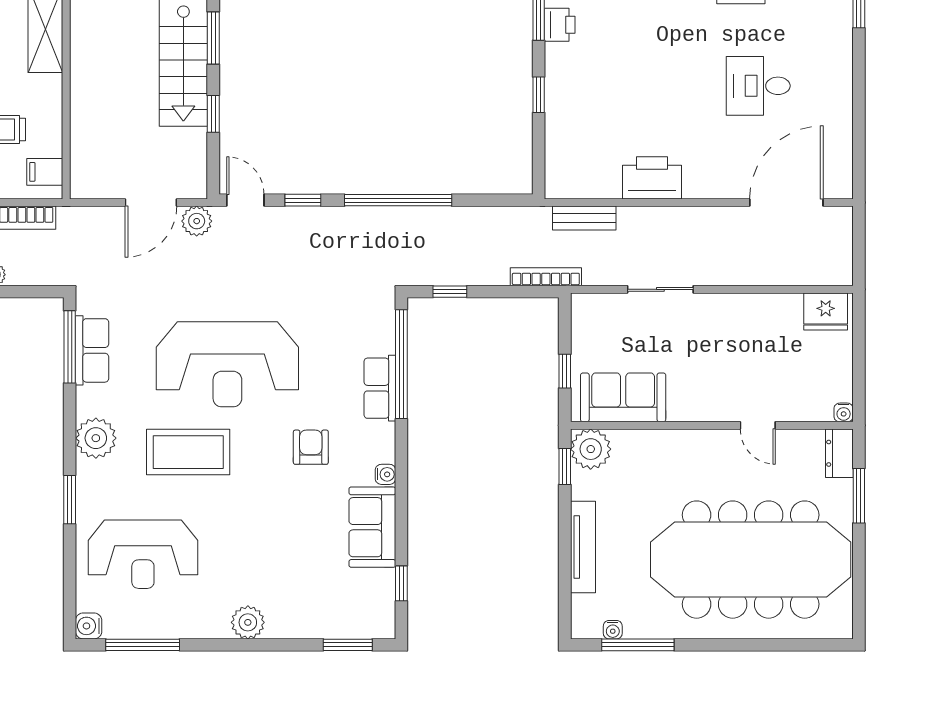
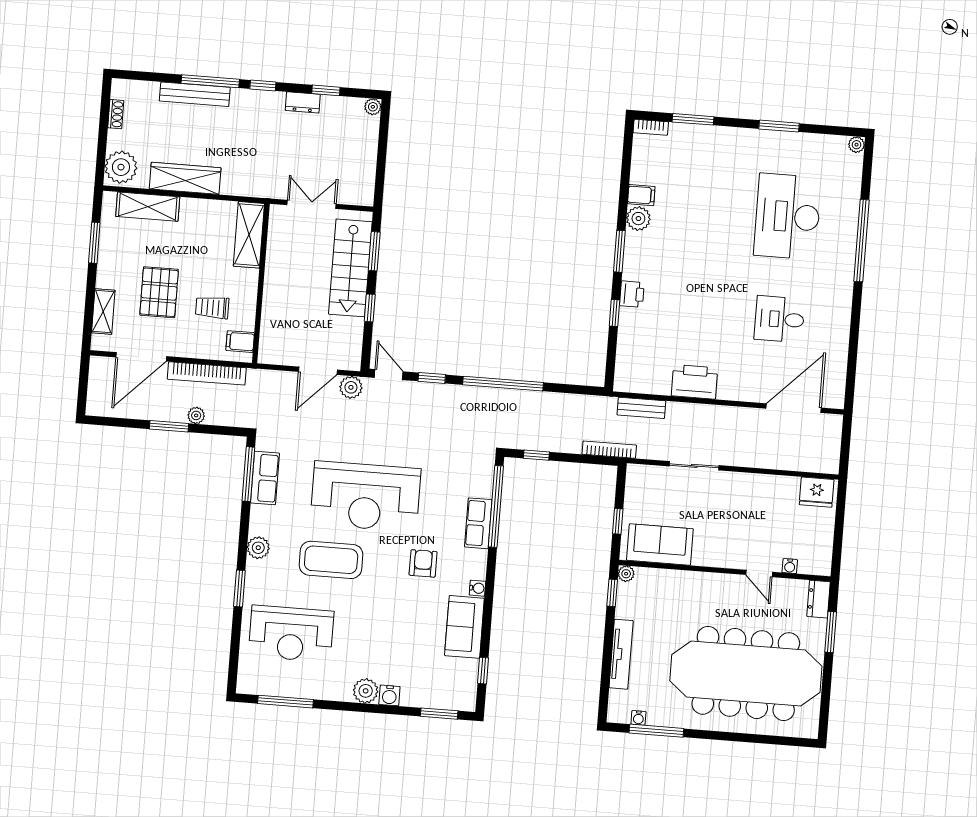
printer: (560, 25) -> (632, 294), moved
water cooler: (844, 412) -> (790, 566), moved
plant: (96, 438) -> (258, 548), width x0.73, depth x0.73
plant: (591, 449) -> (626, 574), width x0.53, depth x0.53
water cooler: (89, 626) -> (389, 695), moved, turned -90

